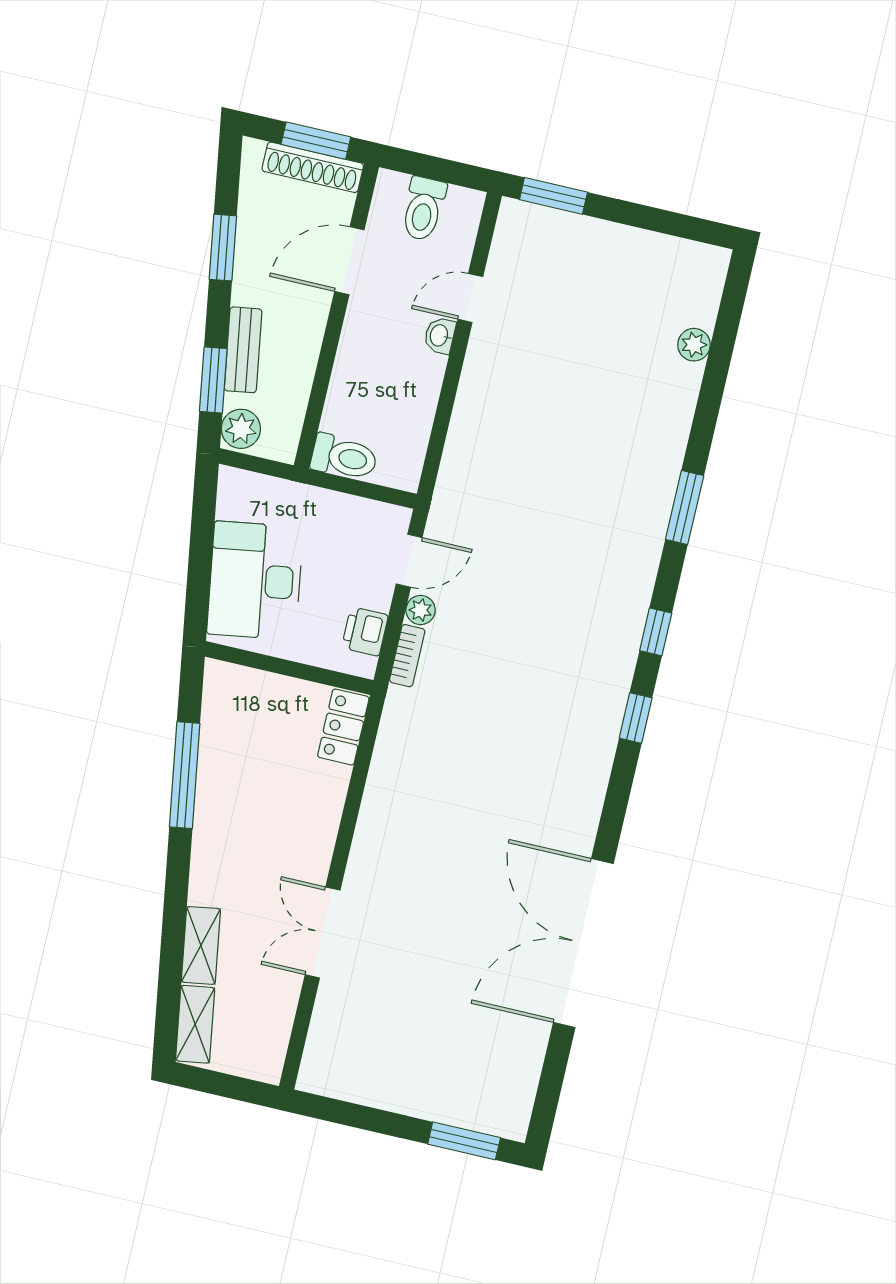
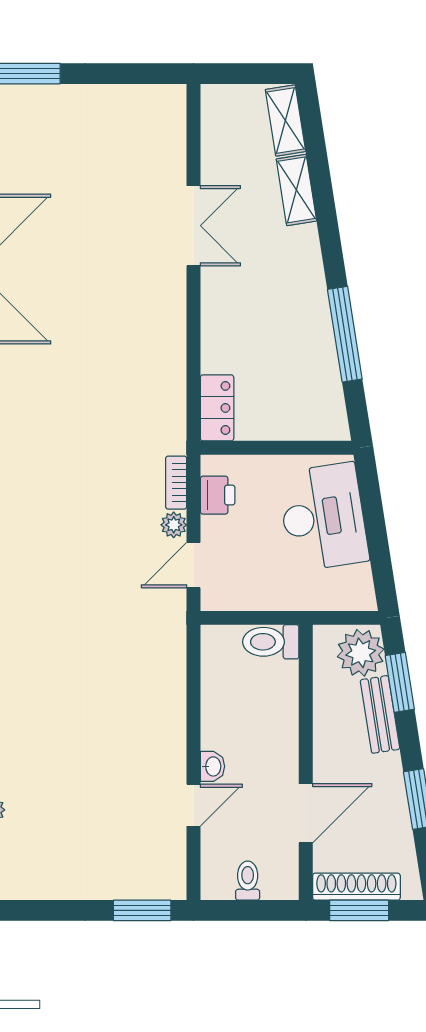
toilet: (423, 209) -> (248, 881), width x0.73, depth x0.72
plant: (241, 429) -> (361, 653), width x1.36, depth x1.36

